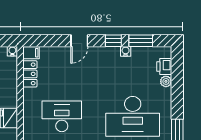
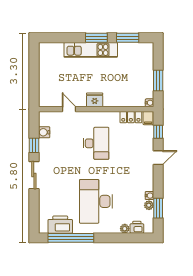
door: (79, 41) -> (158, 158), swing flipped
window: (113, 41) -> (158, 132), moved
plant: (137, 52) -> (149, 205), added

